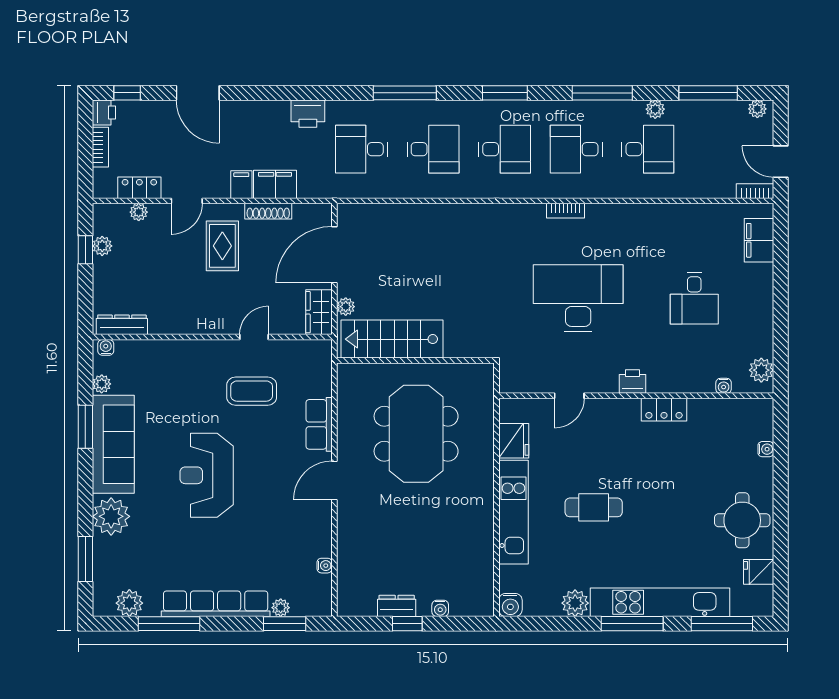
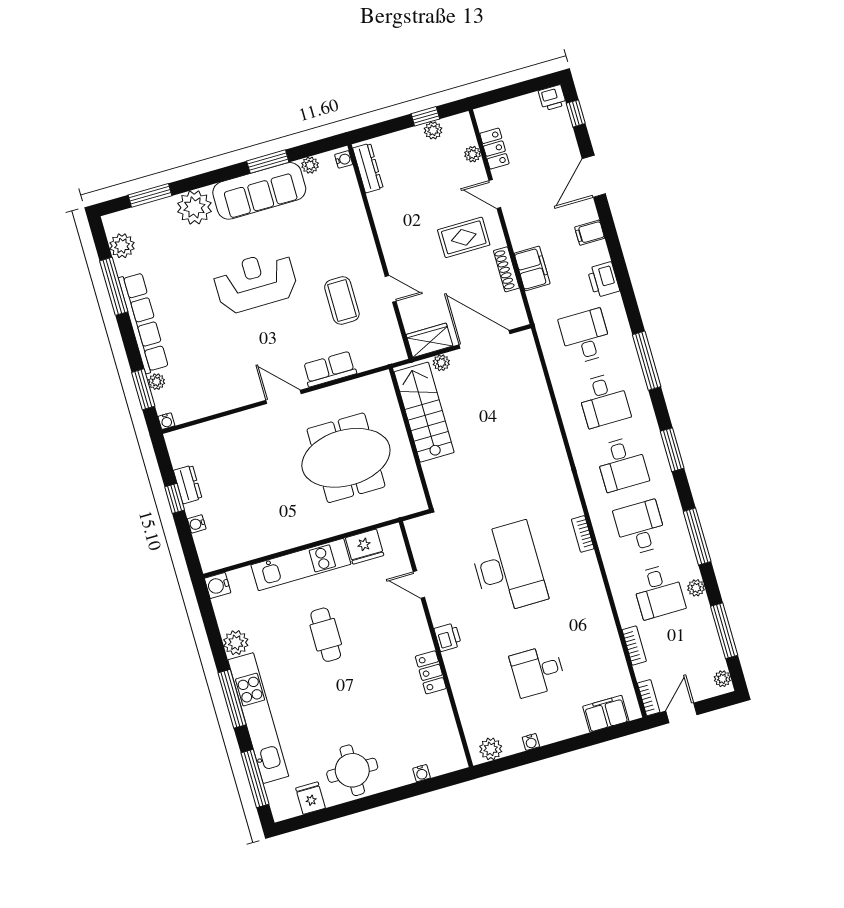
bookcase: (100, 147) -> (634, 646), moved, turned -90
filing cabinet: (241, 185) -> (590, 233), moved, turned 180
water cooler: (724, 386) -> (531, 742), moved, turned -90
water cooler: (325, 566) -> (166, 421), moved

